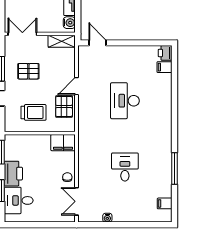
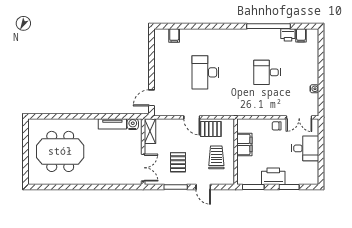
double door: (22, 34) -> (143, 168), swing flipped
printer: (165, 53) -> (288, 35), moved
desk: (125, 101) -> (205, 72), turned 90
filing cabinet: (63, 143) -> (244, 144), moved
window: (175, 168) -> (268, 26), width x1.46
desk: (19, 200) -> (305, 148), moved, turned -90

